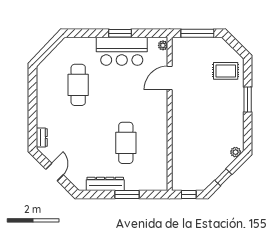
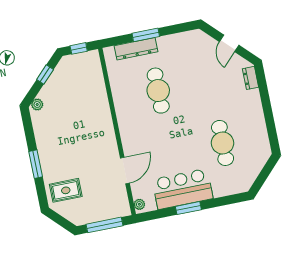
dresser: (105, 184) -> (136, 49), moved

